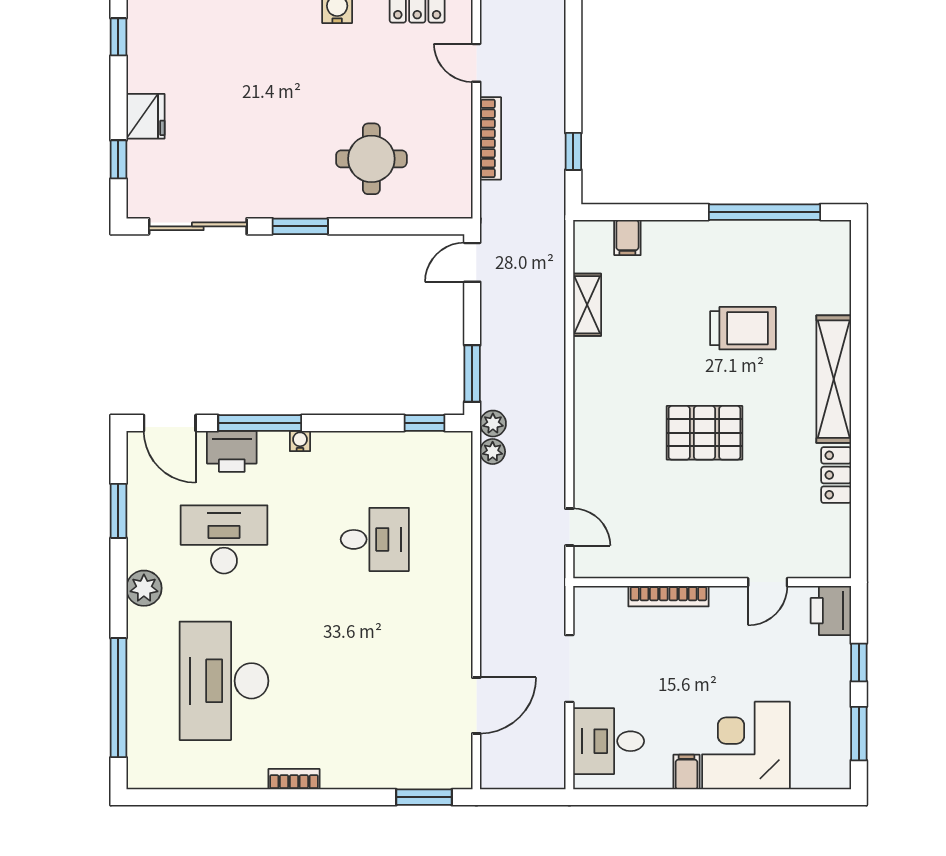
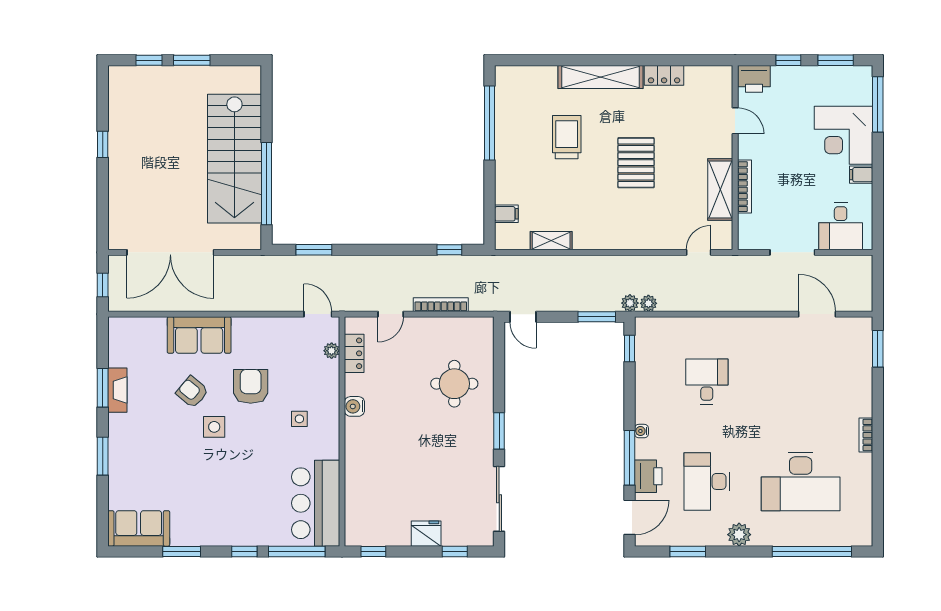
shelving: (664, 560) -> (720, 189), added
window: (792, 797) -> (878, 104), added

